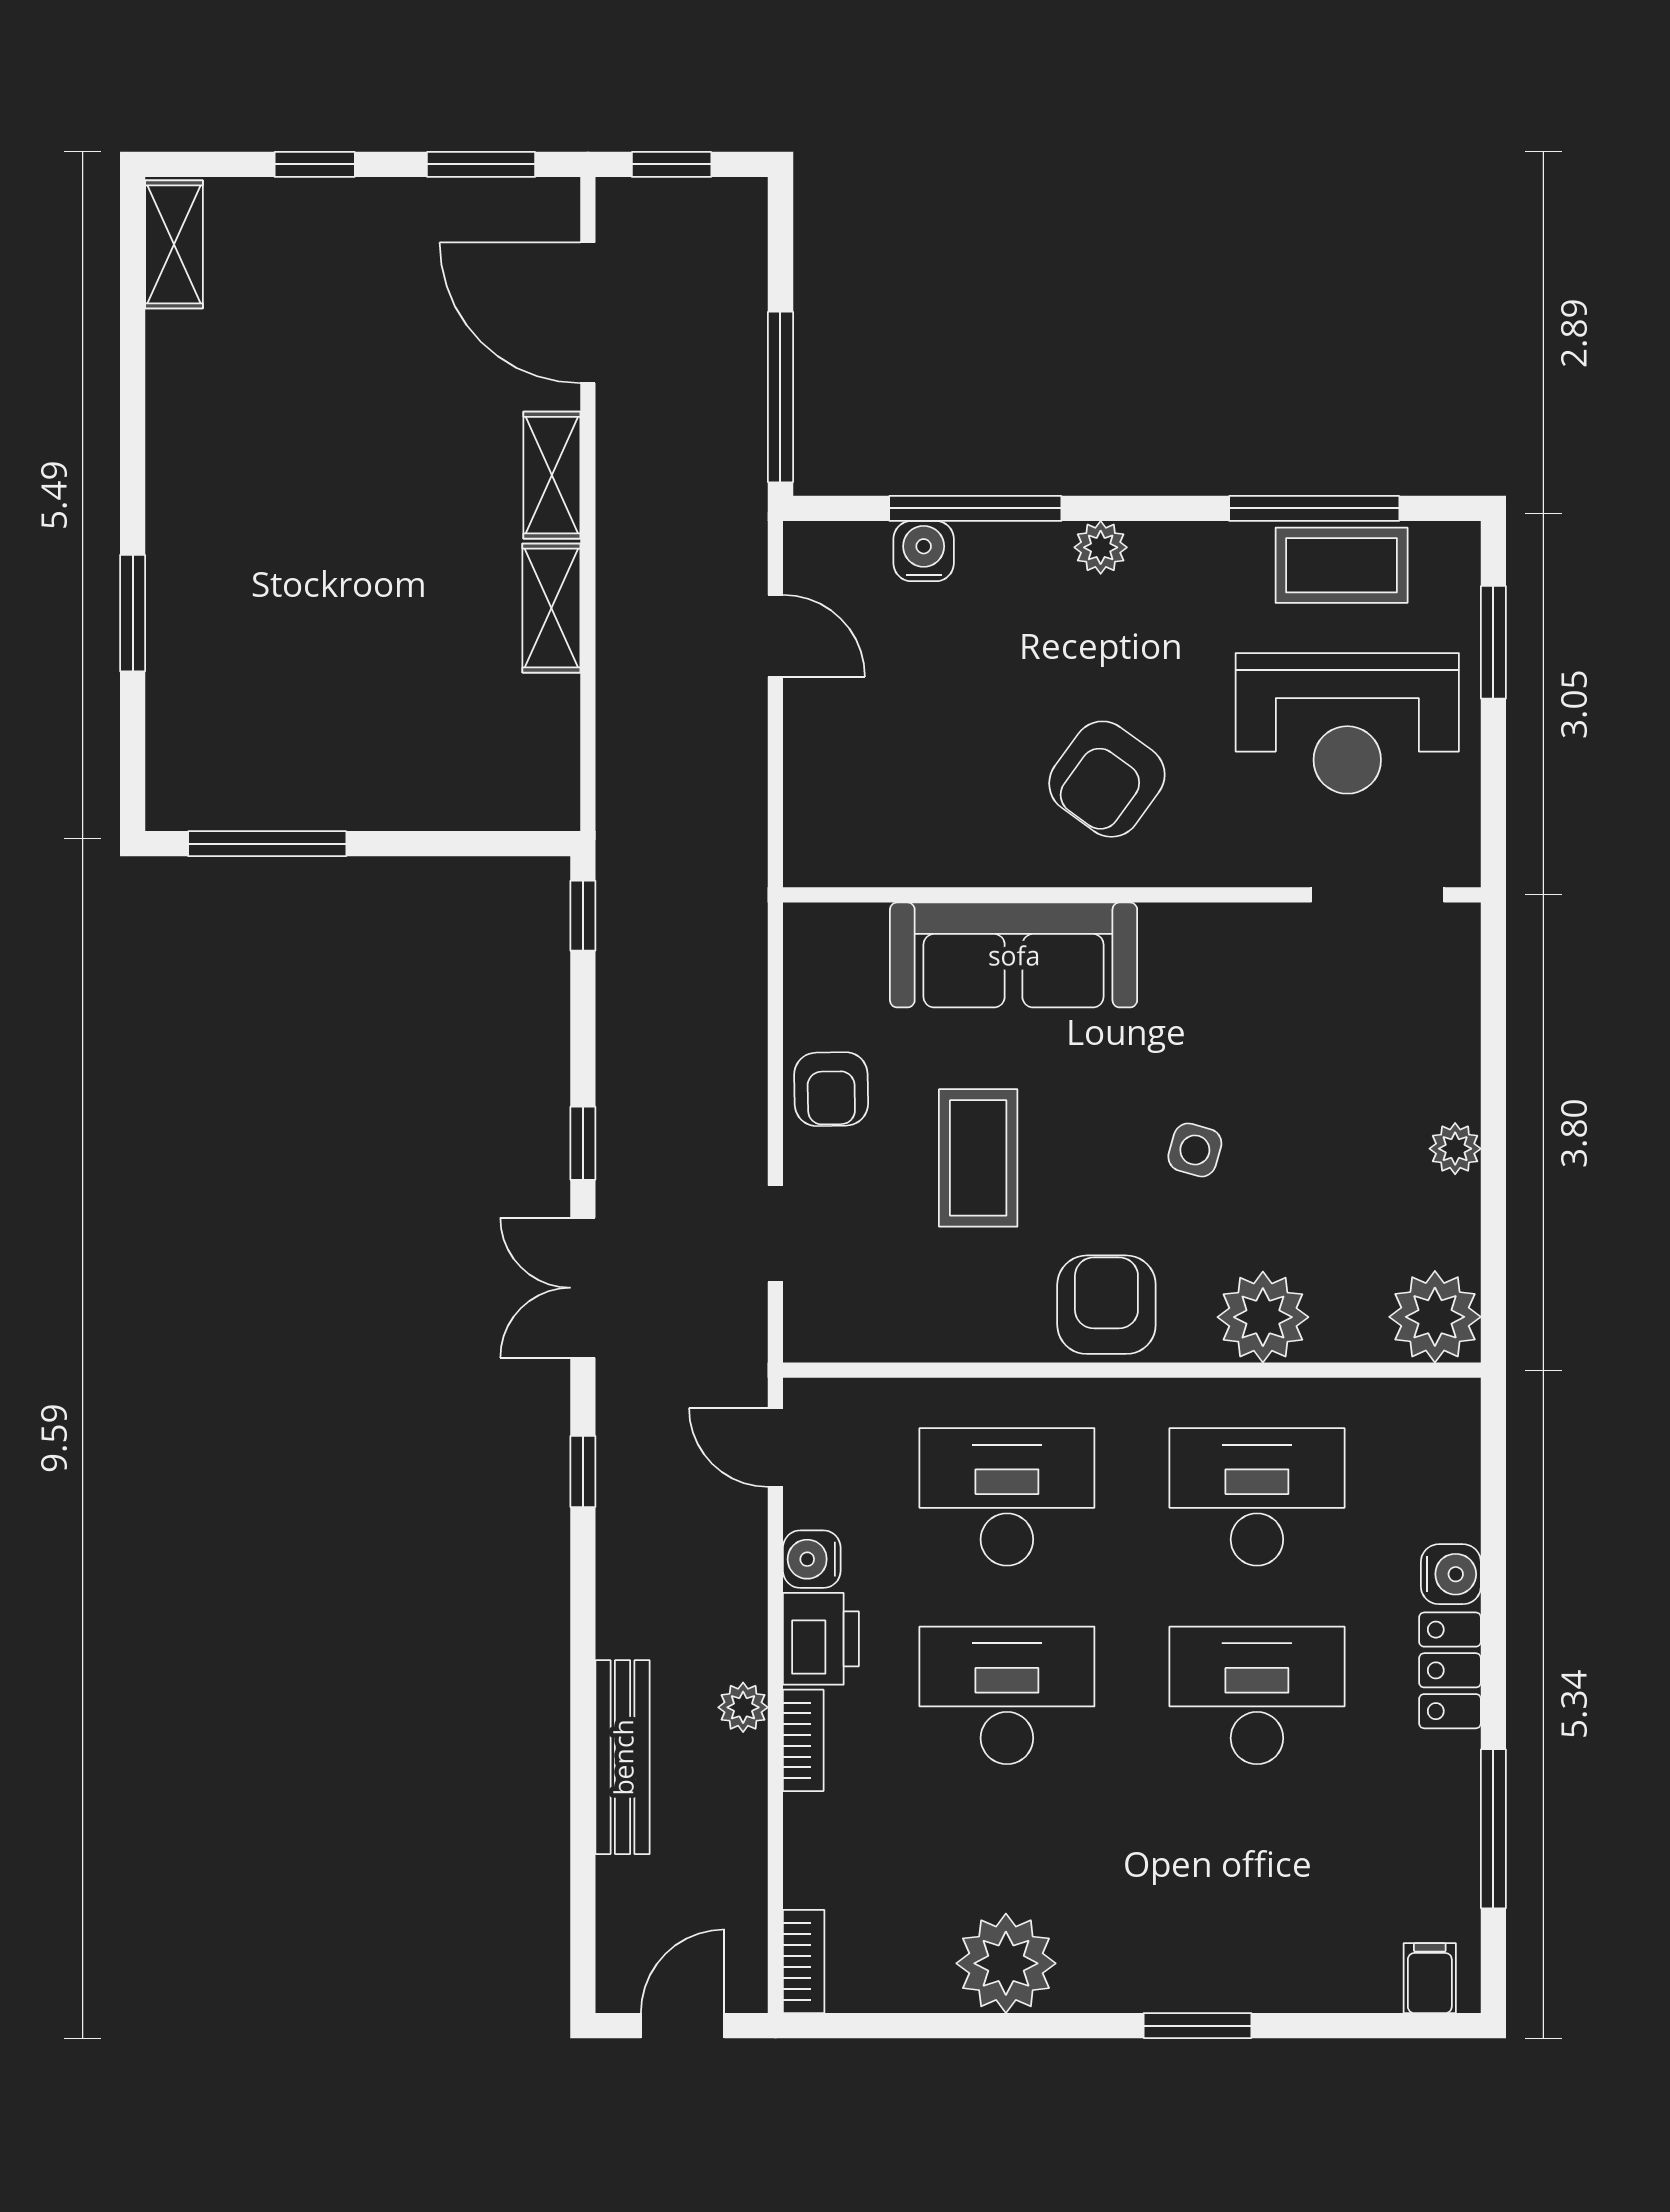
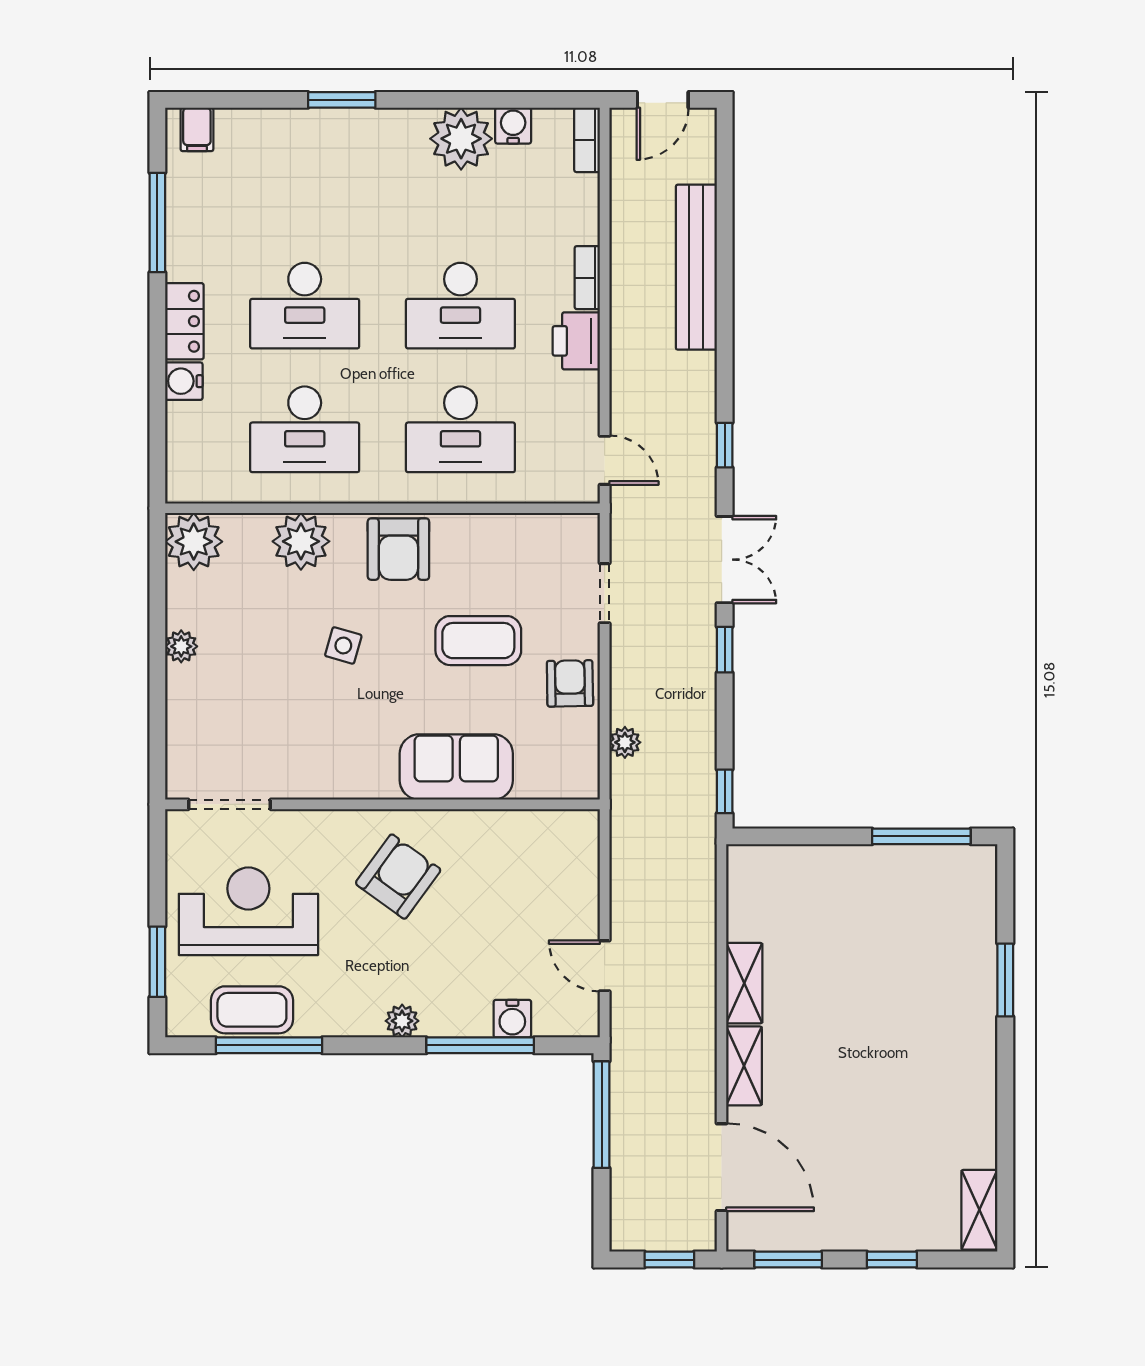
sofa: (1014, 955) -> (456, 767), width x0.73
coffee table: (978, 1158) -> (478, 641), turned 90
water cooler: (812, 1559) -> (513, 126), moved, turned -90
plant: (743, 1707) -> (625, 742), moved
bench: (623, 1757) -> (696, 267), width x1.37, depth x1.21

